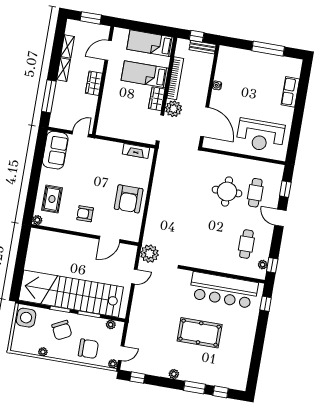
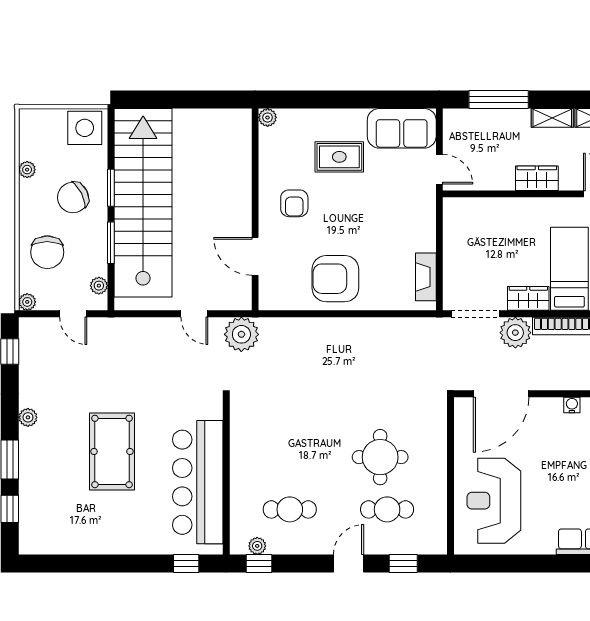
rug: (52, 199) -> (339, 157), moved
armchair: (85, 214) -> (294, 203), turned 180
door: (121, 353) -> (73, 314), moved

